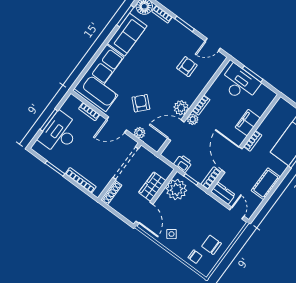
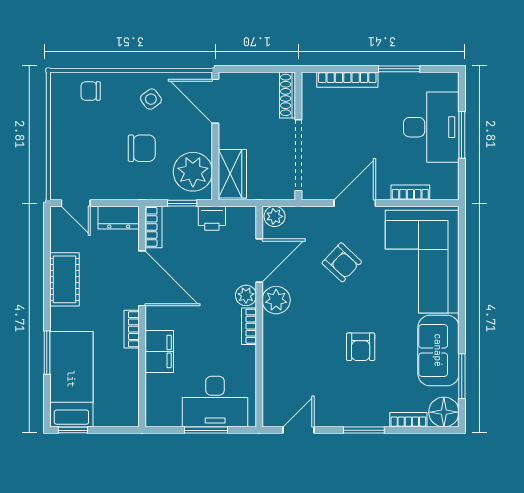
armchair: (187, 67) -> (361, 347), moved
plant: (140, 133) -> (275, 216), moved
wardrobe: (152, 187) -> (232, 174), moved
chair: (212, 245) -> (142, 148), moved

